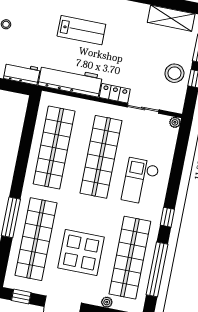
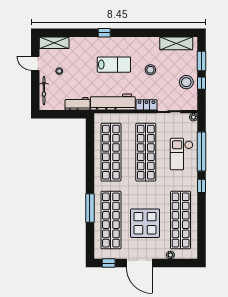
stool: (129, 47) -> (150, 70), added
checkout: (140, 181) -> (182, 154), moved
window: (157, 269) -> (202, 151), moved

